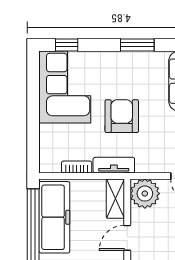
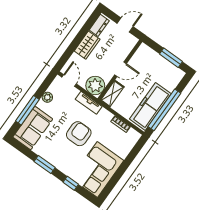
window: (67, 45) -> (71, 183), moved
armchair: (122, 116) -> (79, 134), turned 180
tv unit: (114, 165) -> (89, 103), moved

